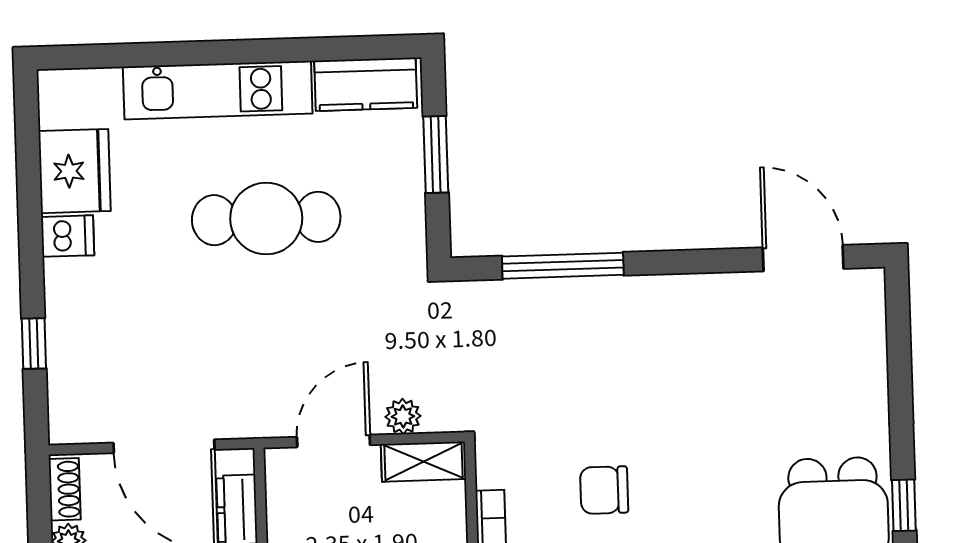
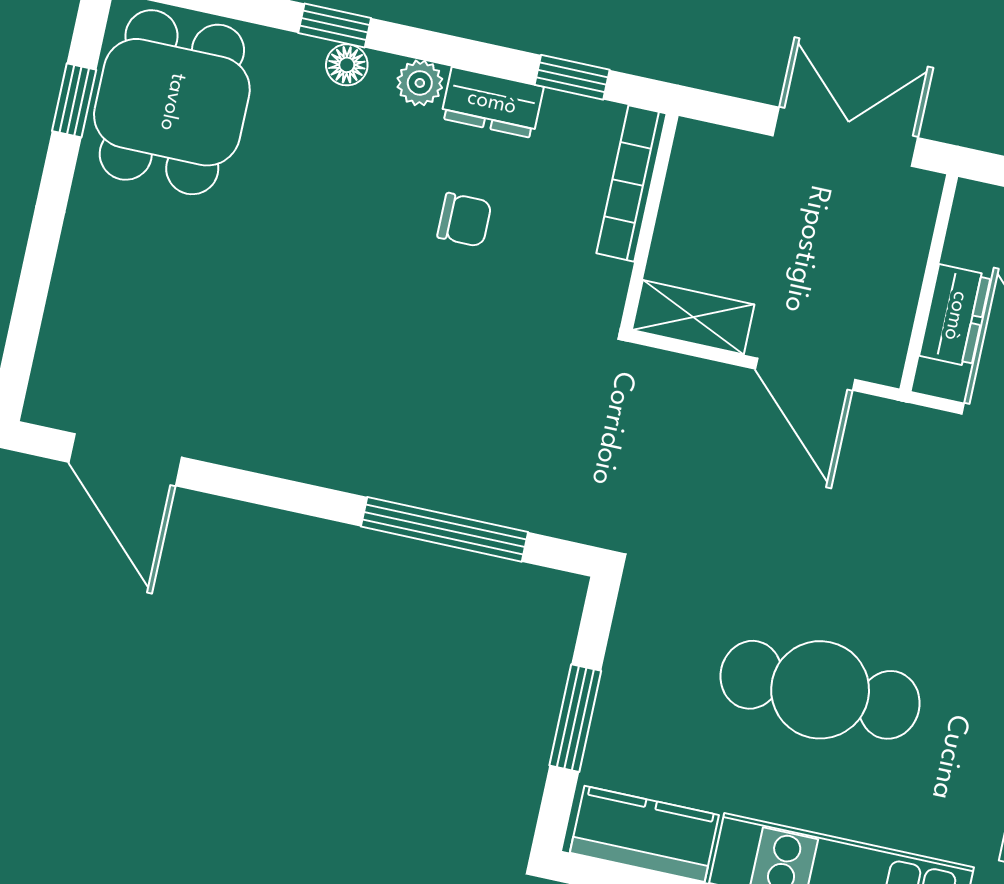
plant: (403, 416) -> (705, 384), removed
door: (333, 441) -> (805, 374), hinge flipped
chair: (604, 490) -> (464, 220), width x0.73, depth x0.73

